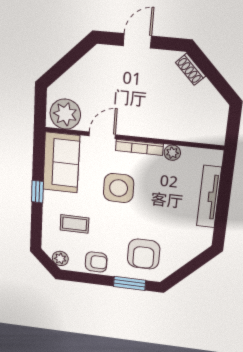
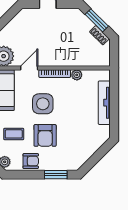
shoe rack: (191, 69) -> (99, 35), moved
window: (212, 74) -> (97, 20), added
armchair: (144, 254) -> (45, 135), moved

